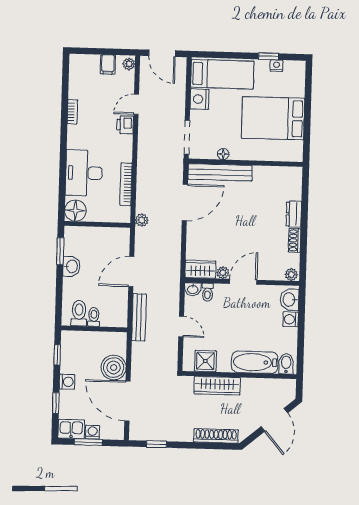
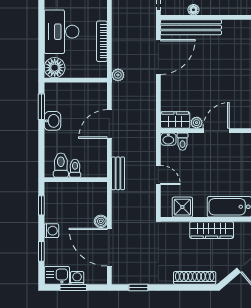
bench: (139, 317) -> (118, 173), width x0.73
boiler: (114, 368) -> (101, 221), width x0.54, depth x0.54
wardrobe: (217, 386) -> (212, 230), moved

